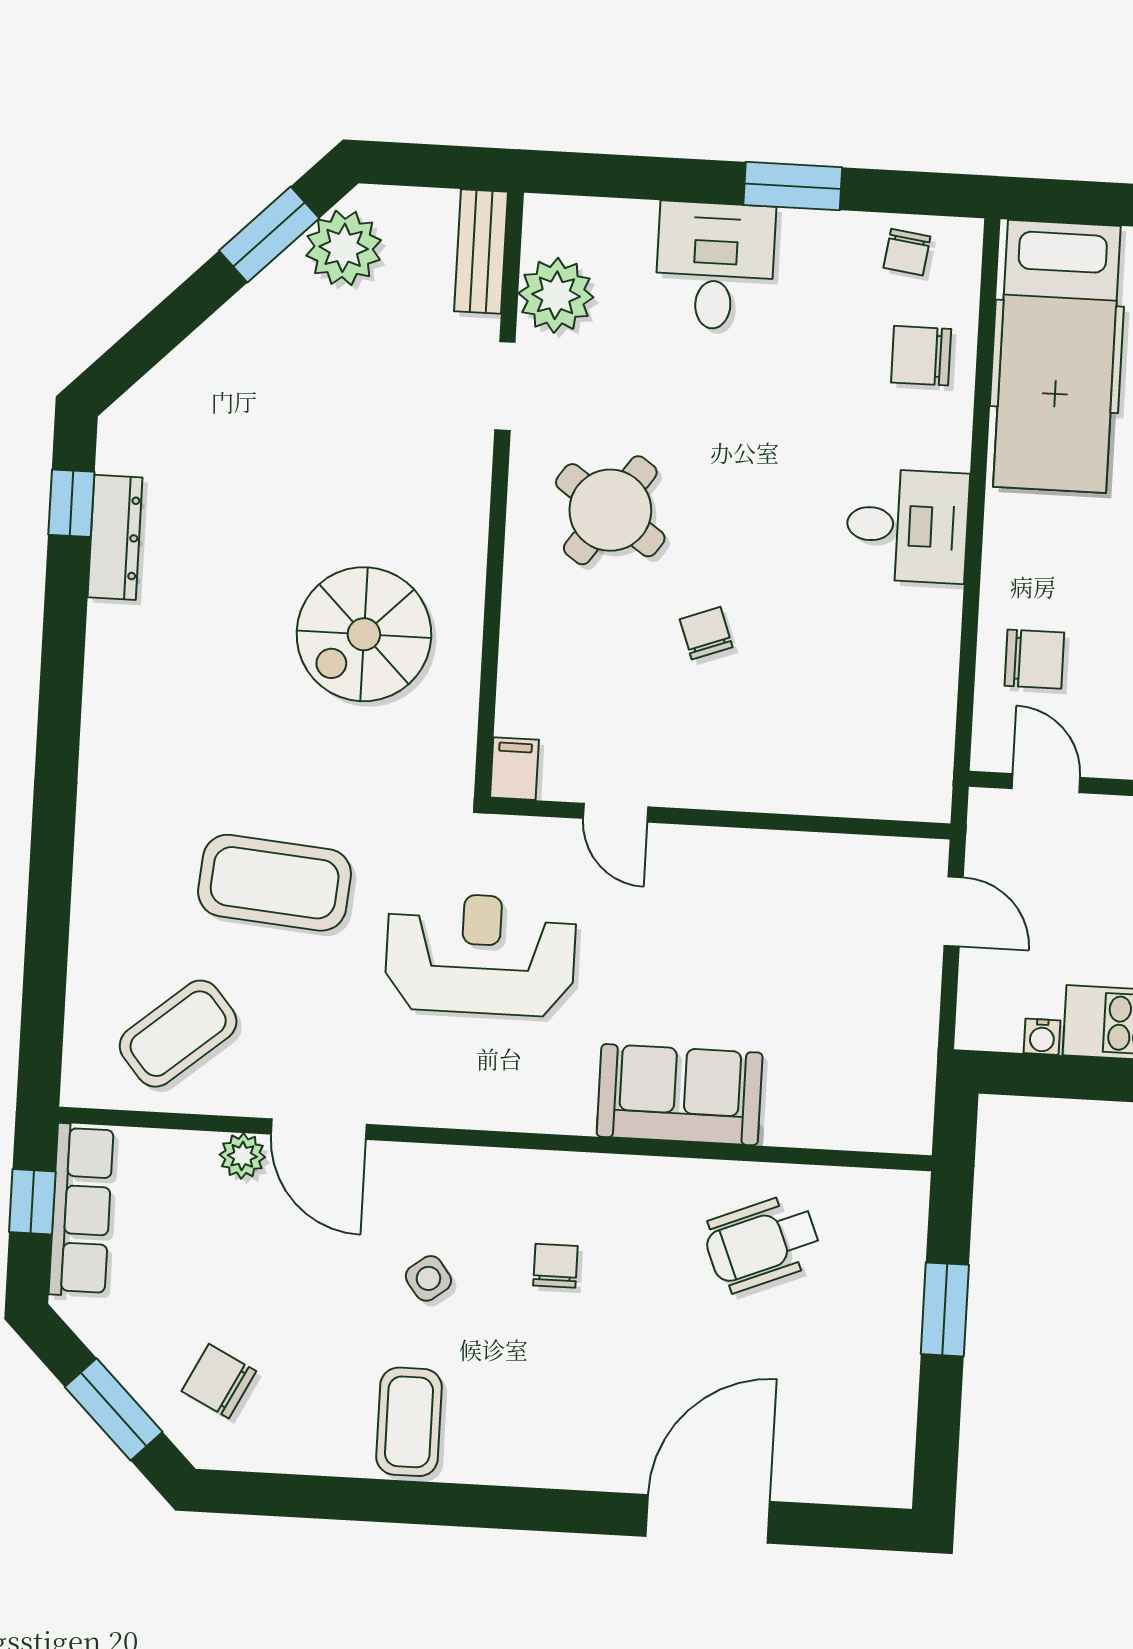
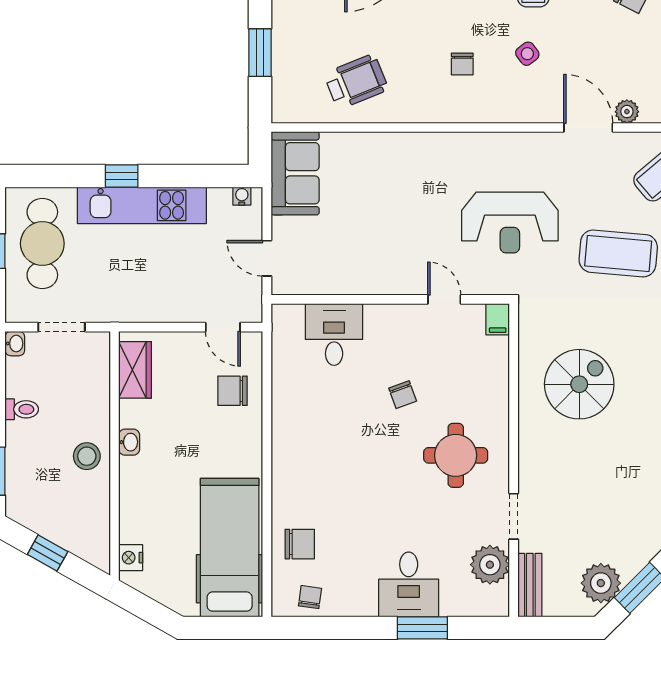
window: (793, 186) -> (422, 628), moved
round table: (610, 510) -> (456, 455), turned -35
desk: (907, 526) -> (334, 334), moved, turned 90
water cooler: (1042, 1037) -> (242, 196), moved
sofa: (680, 1095) -> (295, 173), moved, turned -90

